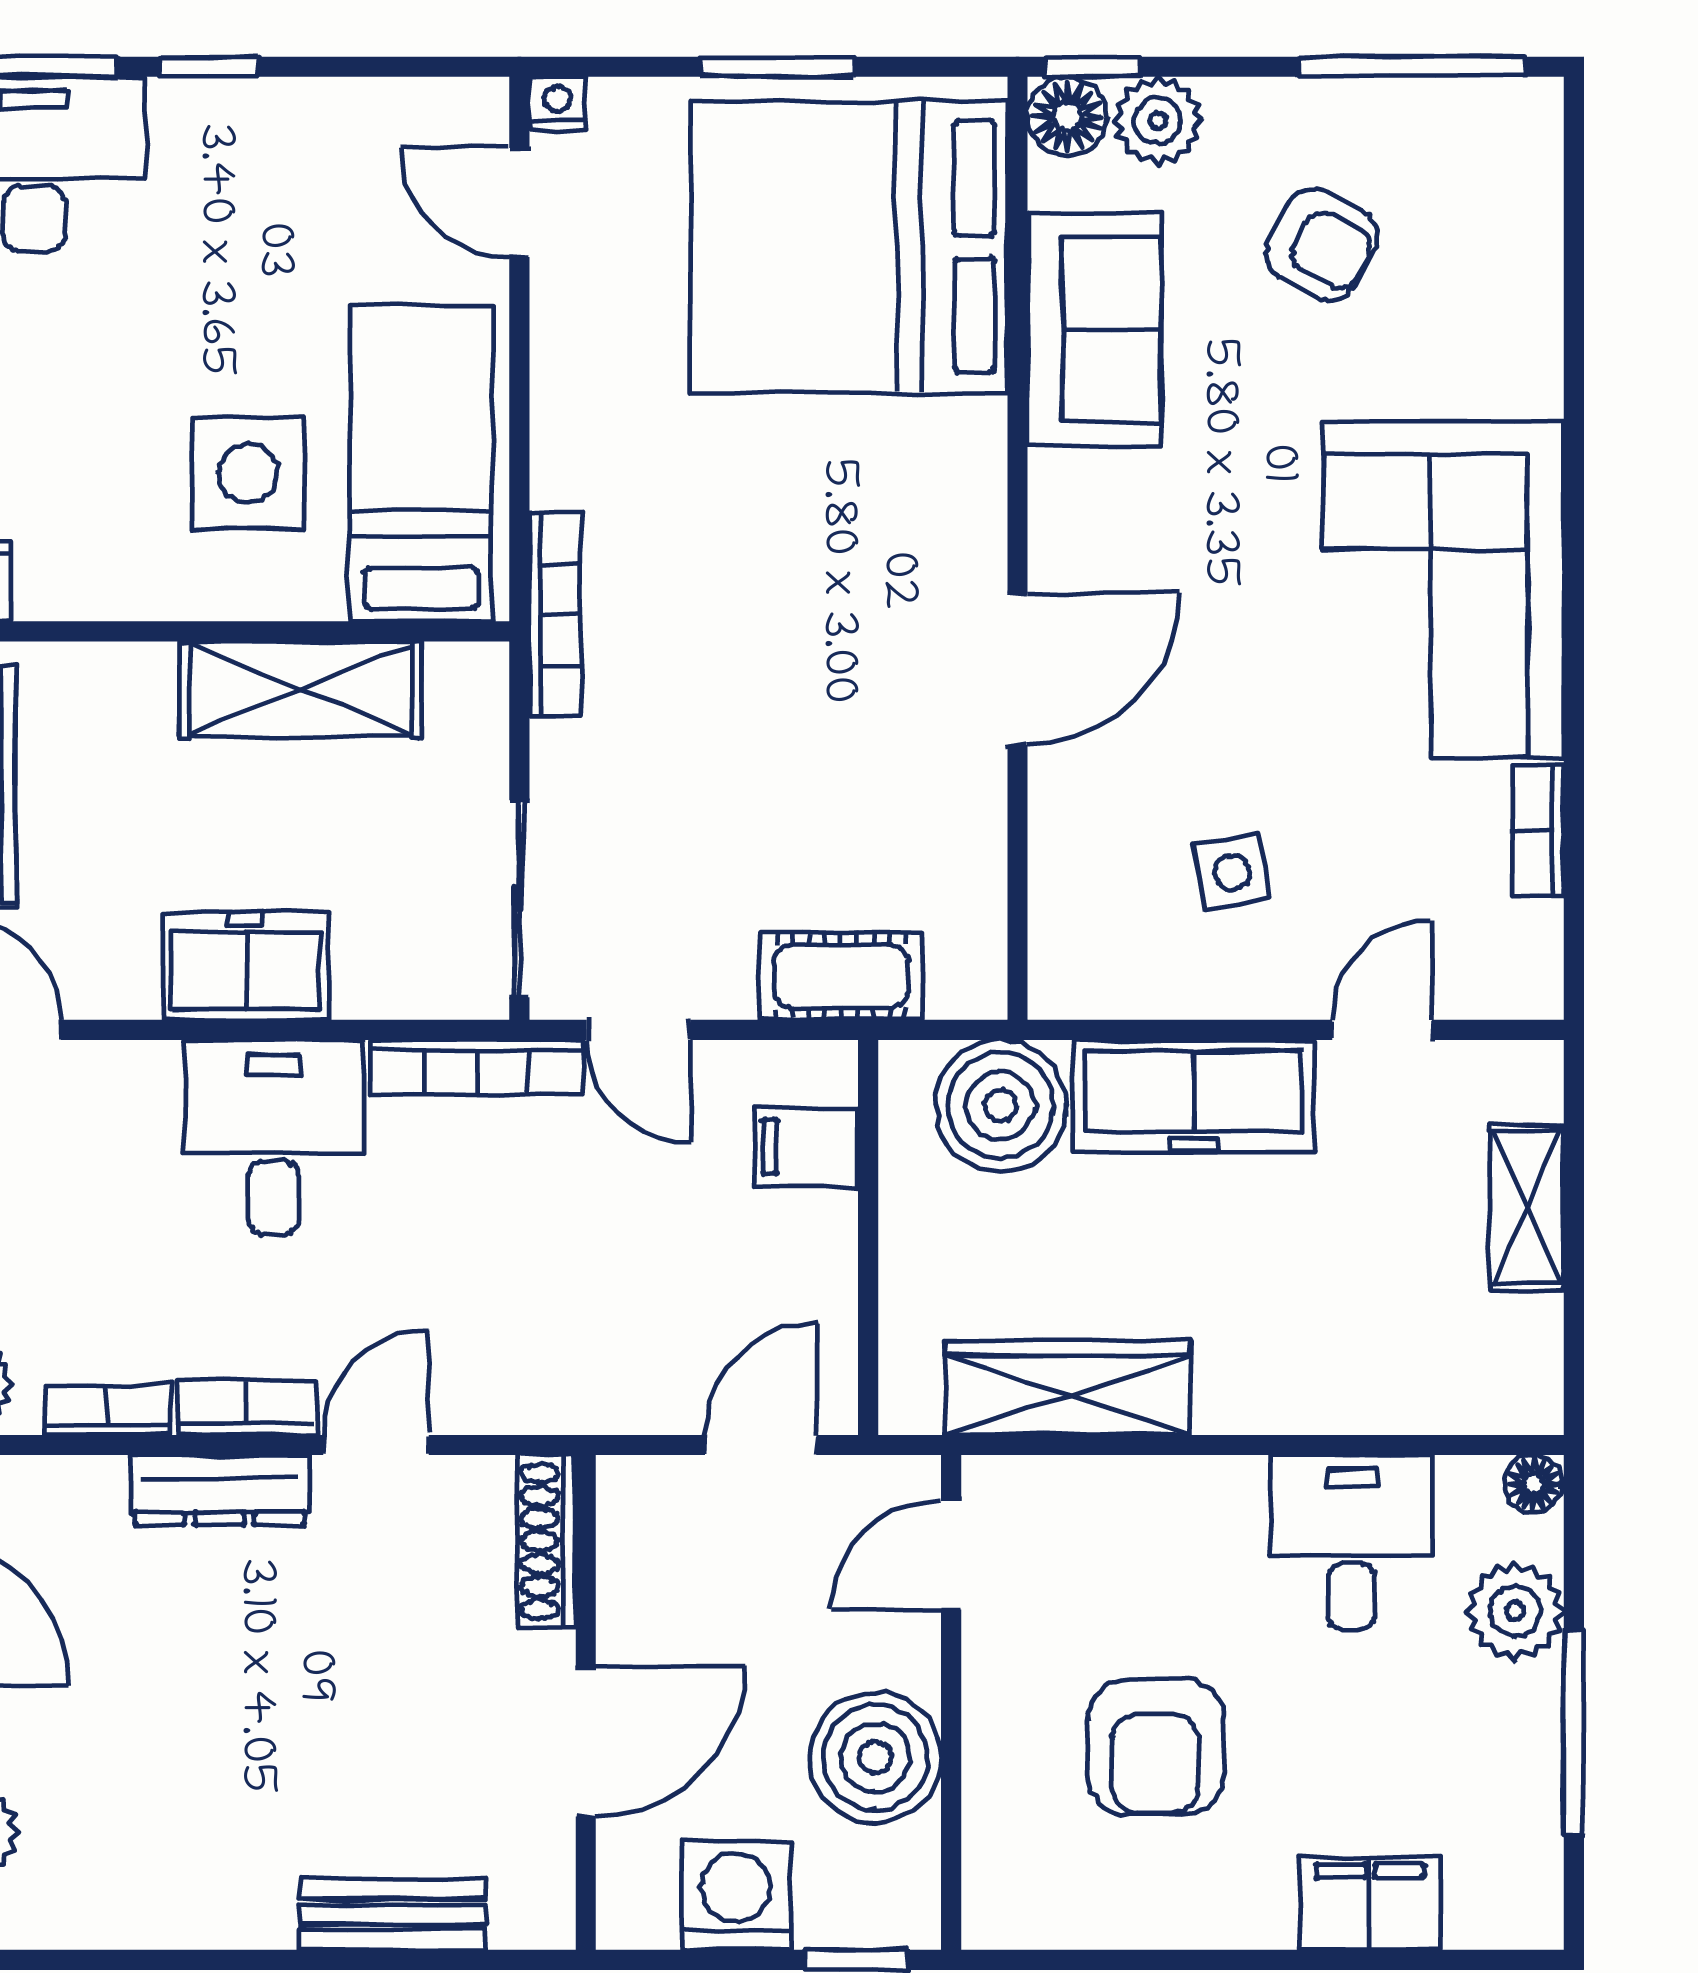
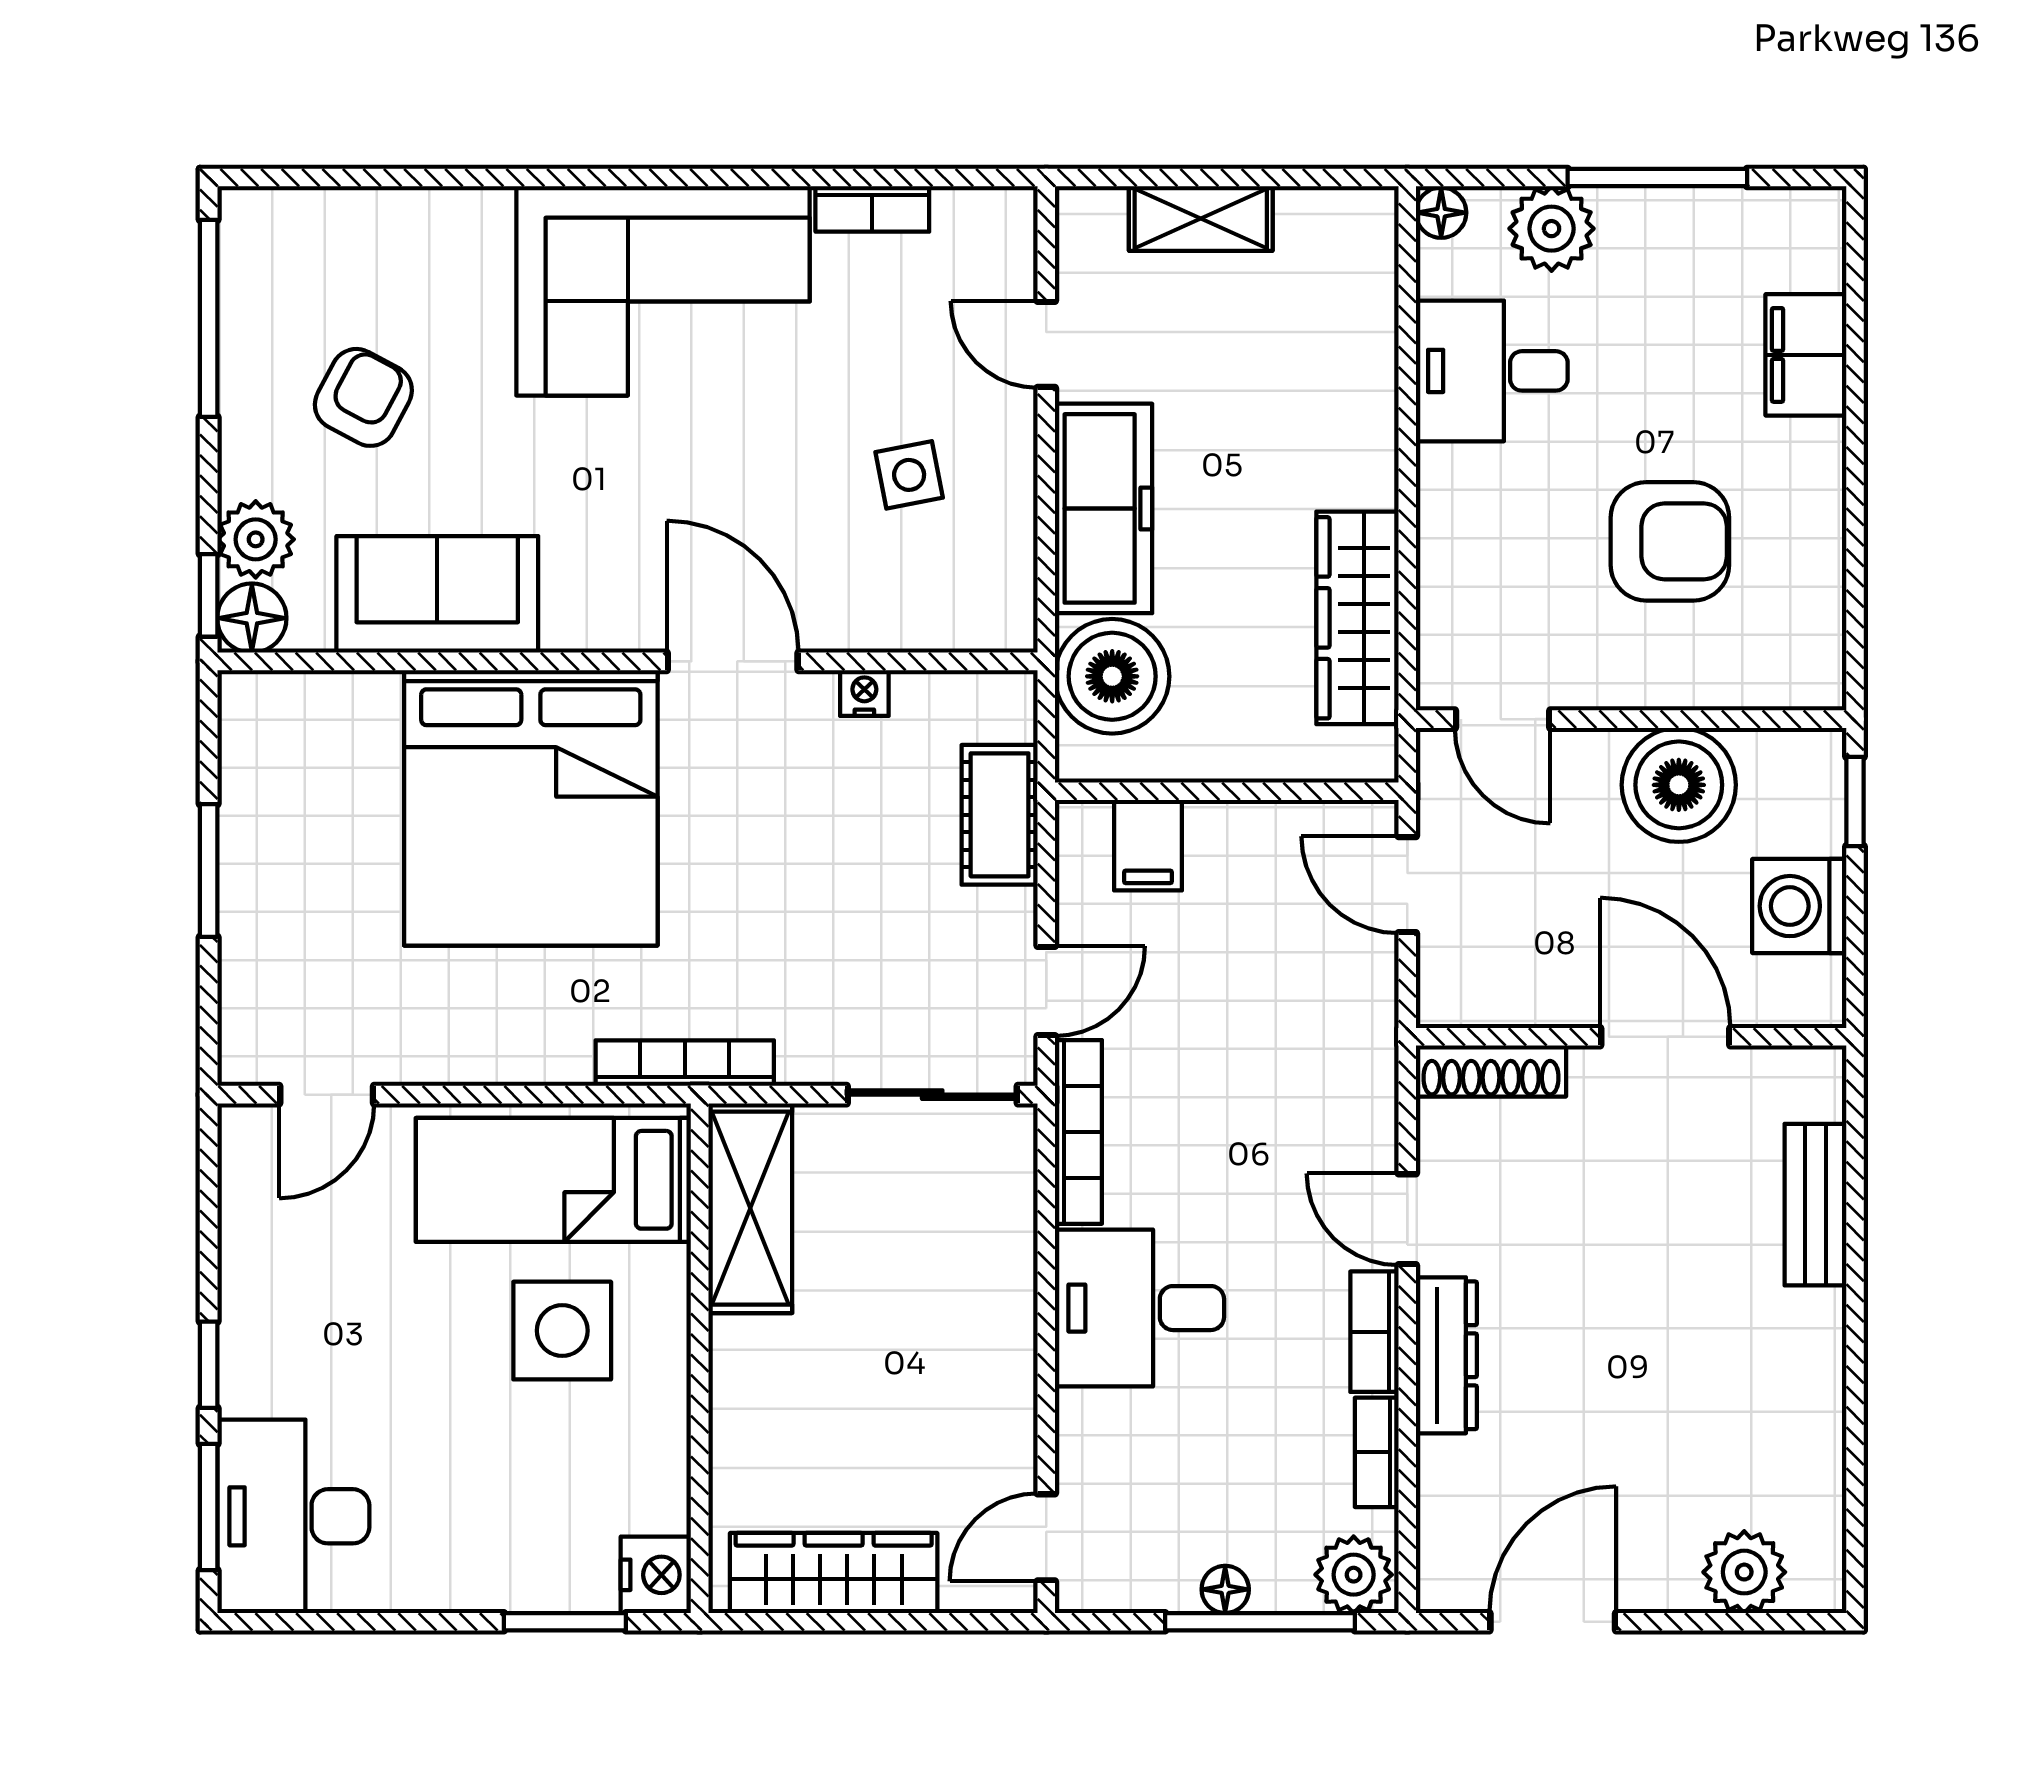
nightstand: (557, 103) -> (864, 693), moved, turned 90
bed: (849, 247) -> (531, 808), moved
shelving: (301, 690) -> (750, 1208), moved
freezer: (246, 966) -> (991, 1333), removed

